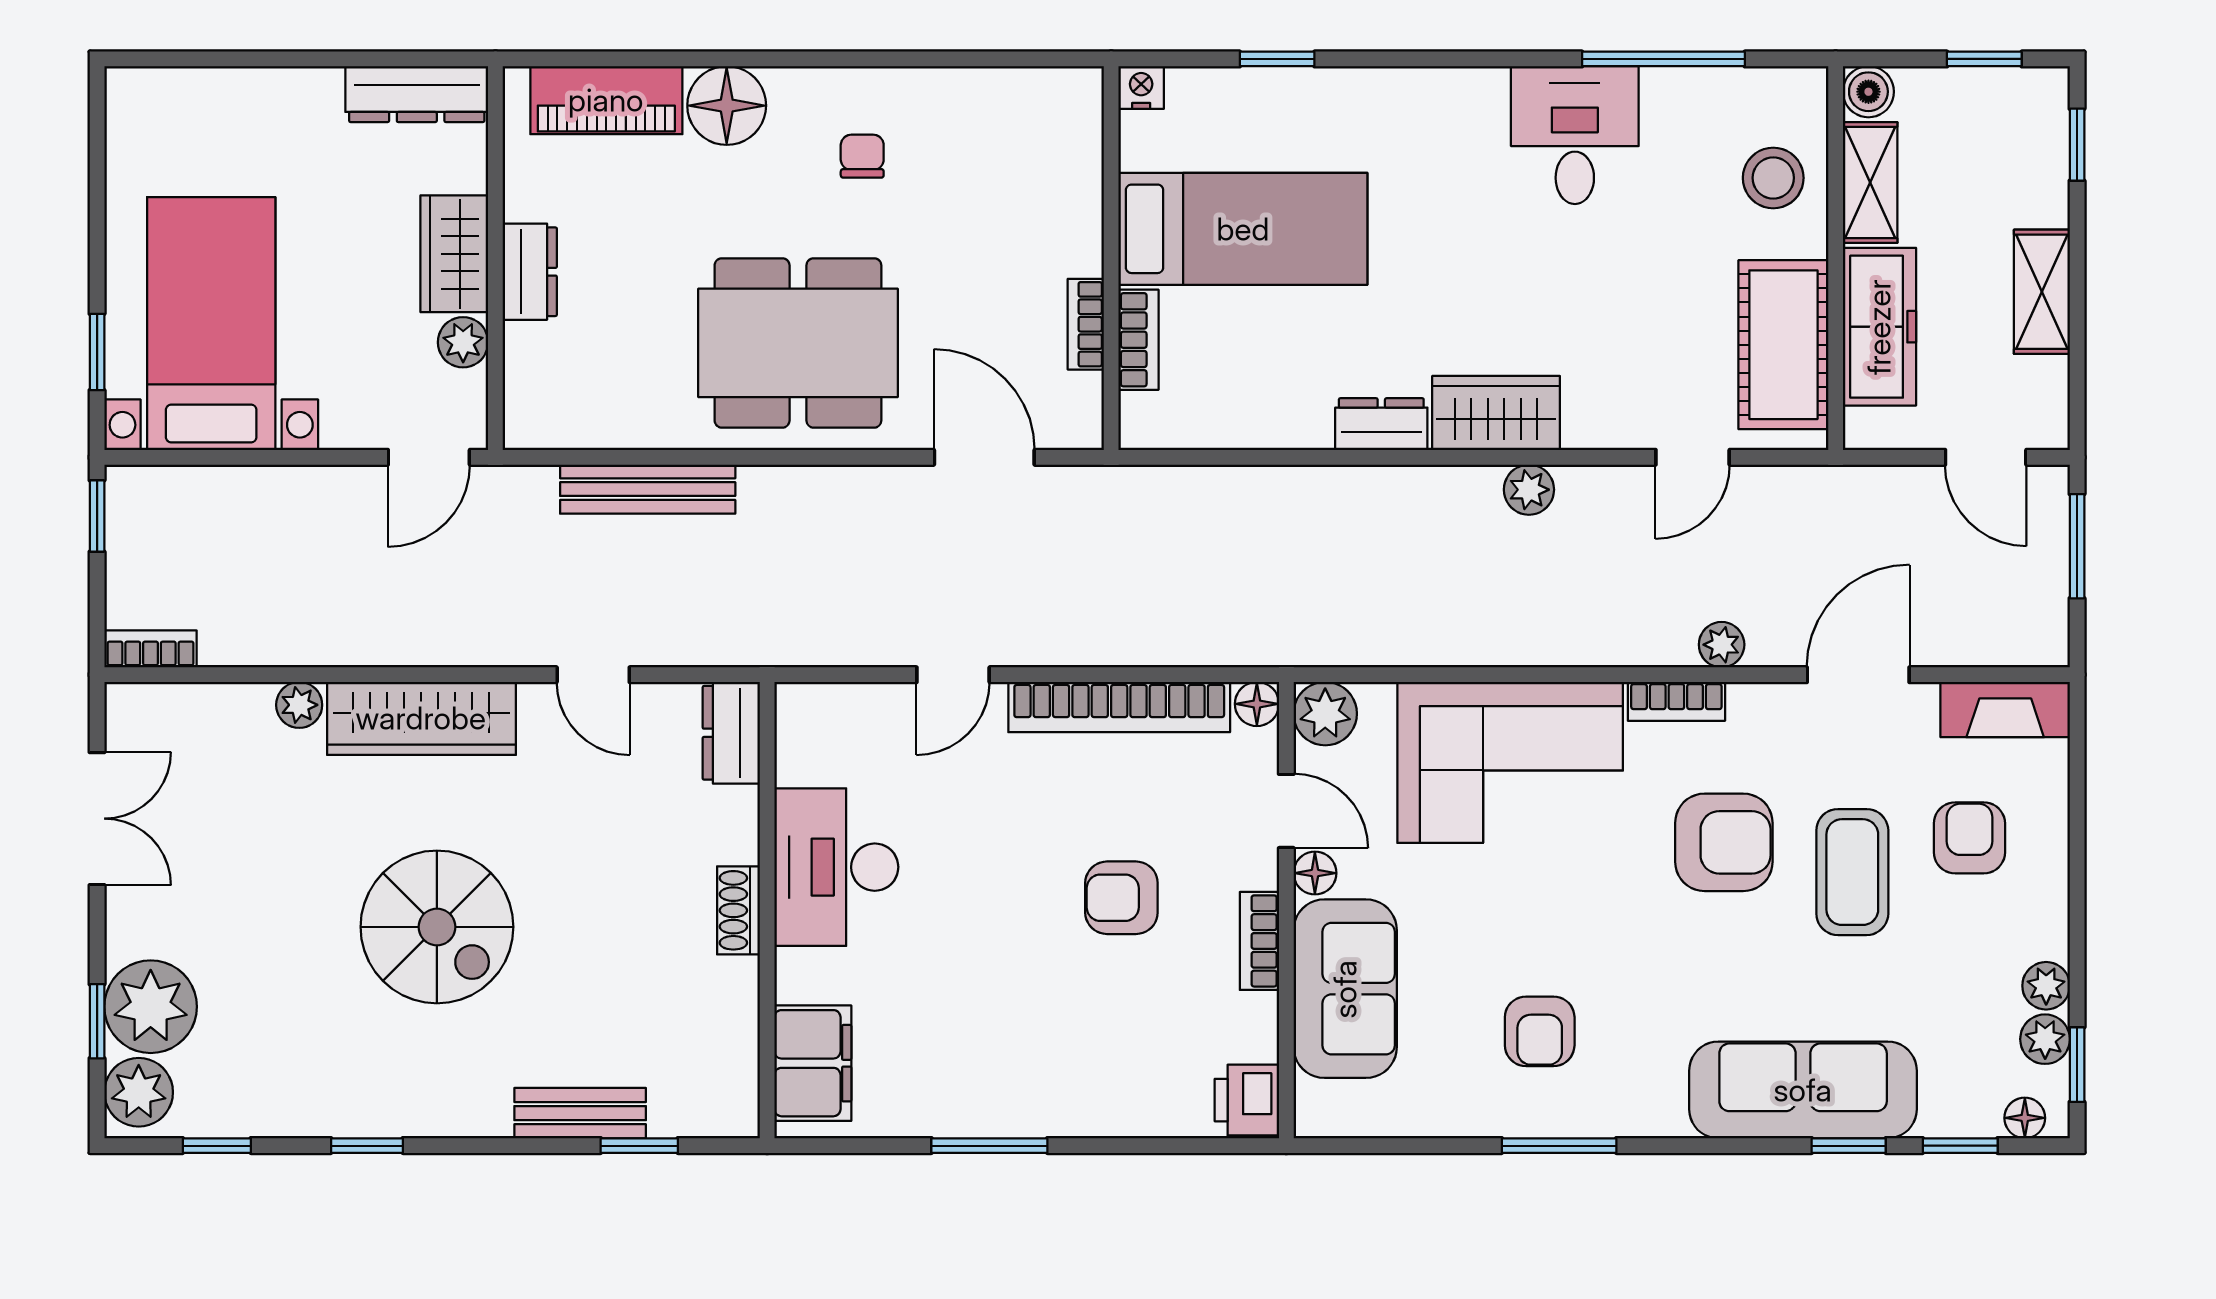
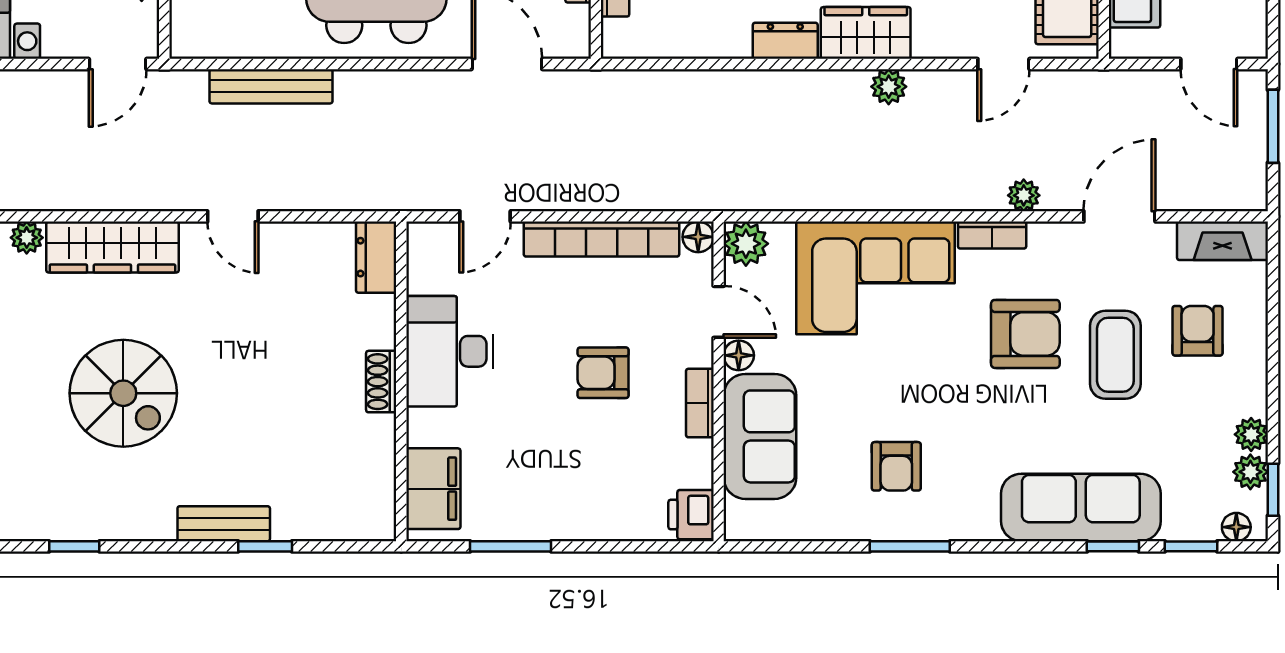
dresser: (731, 733) -> (376, 257), moved
desk: (836, 867) -> (450, 351), moved
shoe rack: (738, 910) -> (381, 382), moved
wall: (767, 910) -> (401, 381), moved
filing cabinet: (813, 1063) -> (433, 489), moved

